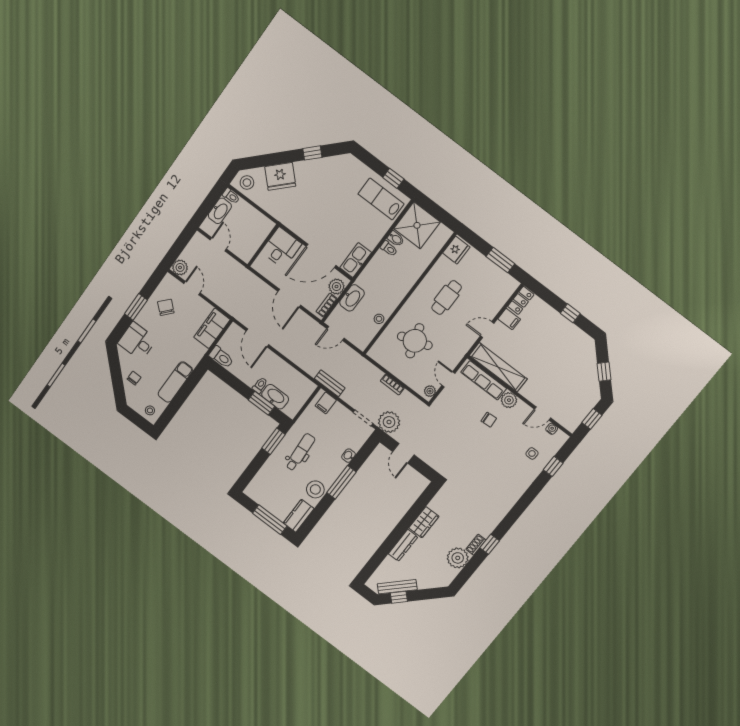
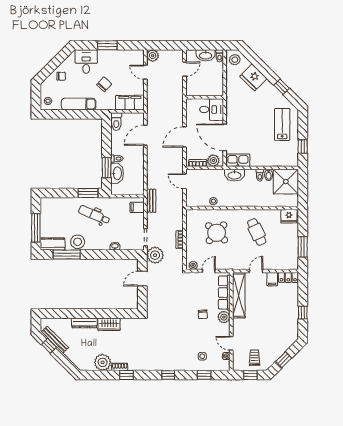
lab bench: (381, 199) -> (282, 124), moved
door: (192, 288) -> (145, 72), swing flipped
cafe table: (447, 297) -> (257, 232), turned 65
washbasin: (352, 298) -> (234, 175), moved
chair: (166, 307) -> (104, 84), moved
door: (487, 330) -> (256, 271), hinge flipped
round table: (415, 341) -> (217, 233), turned -30
trolley: (577, 401) -> (255, 358), added
dental chair: (300, 452) -> (94, 215), turned -153
window: (341, 482) -> (67, 254), moved
window: (524, 503) -> (168, 375), added

